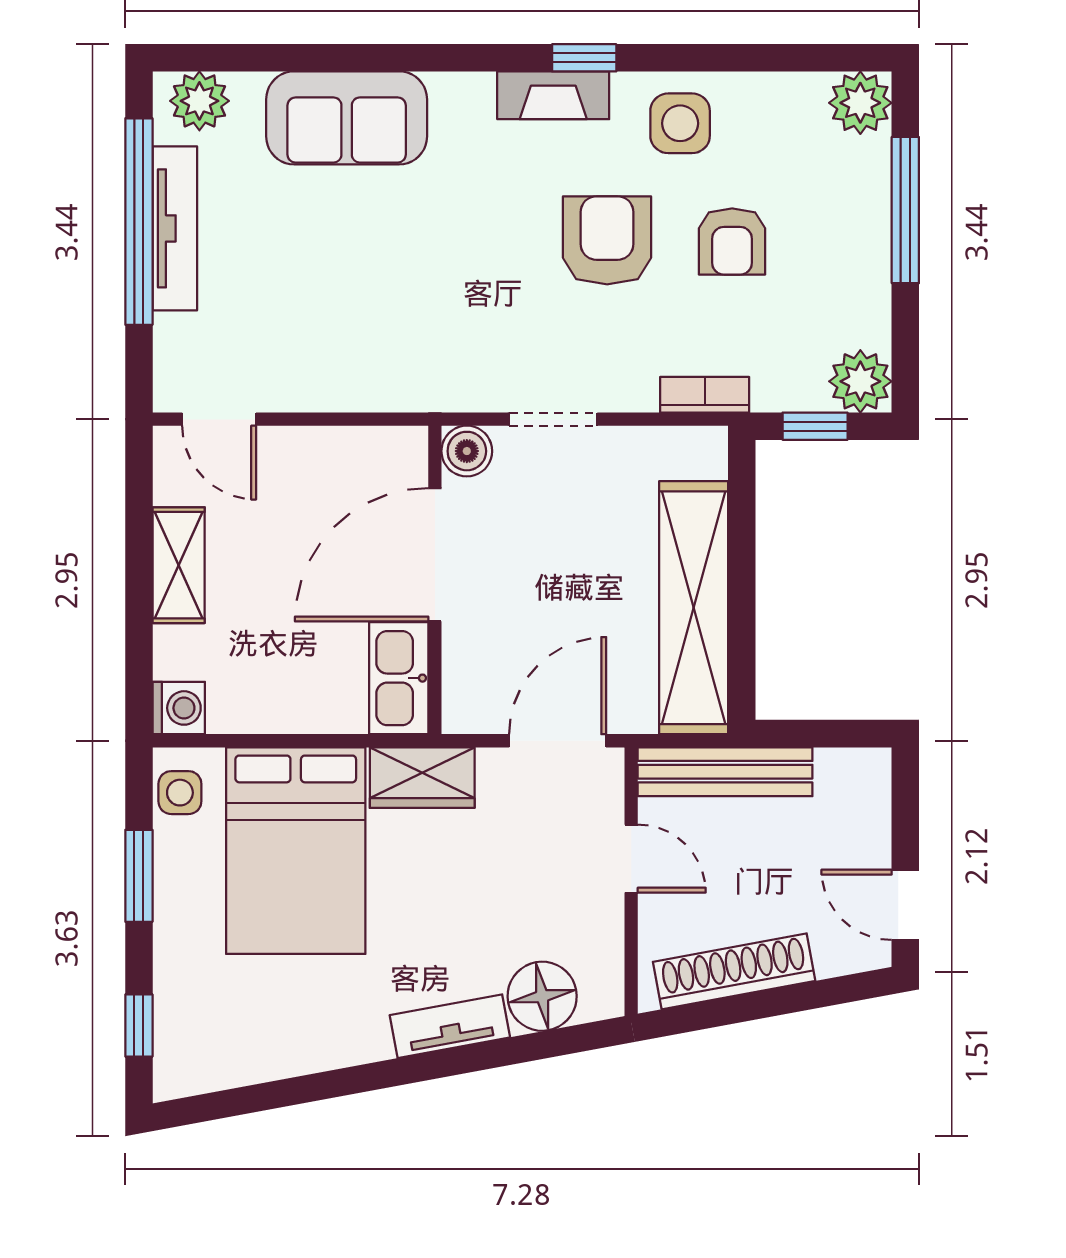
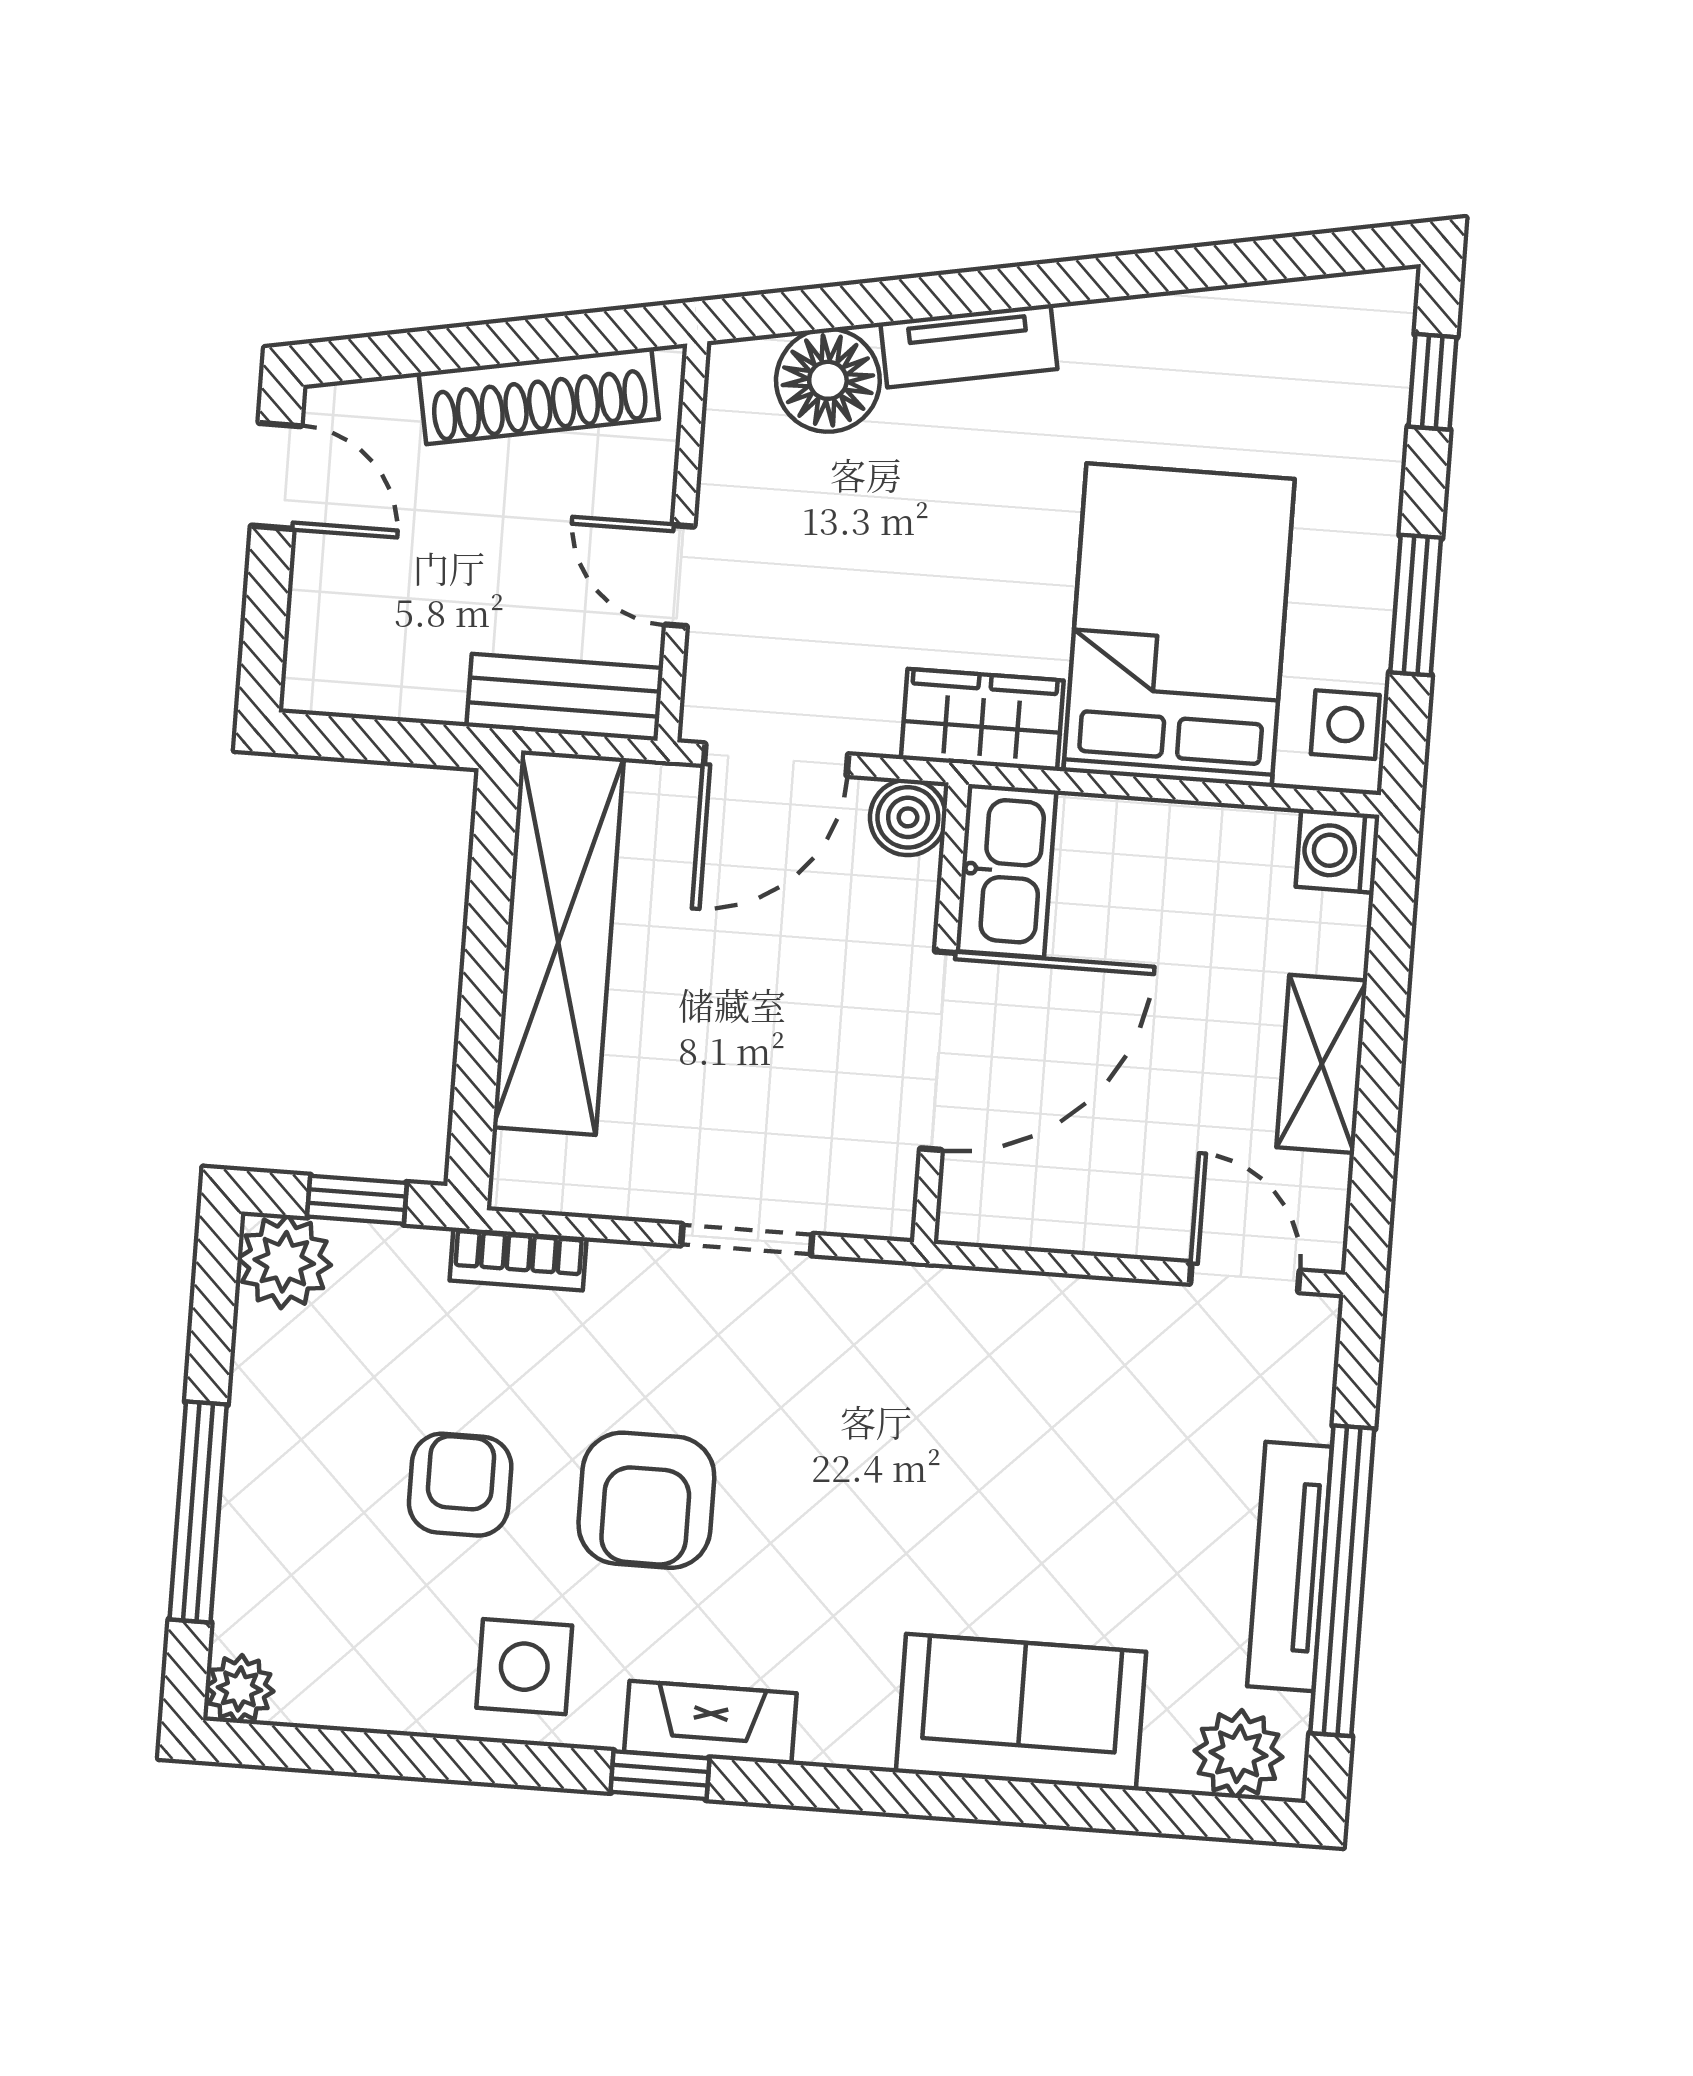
plant: (860, 103) -> (240, 1689), width x0.73, depth x0.73
boiler: (467, 451) -> (908, 817), moved
bench: (725, 772) -> (565, 697), width x0.73

